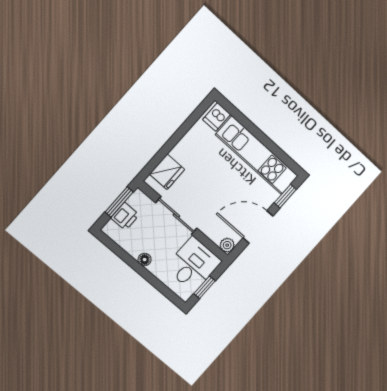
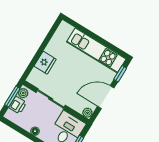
dishwasher: (217, 117) -> (65, 30), removed
fridge: (167, 172) -> (45, 63), moved
plant: (136, 200) -> (23, 93), added

